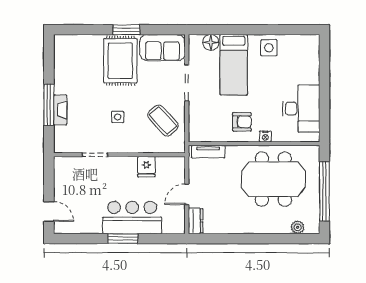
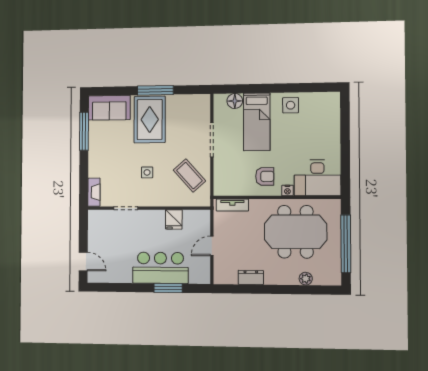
window: (126, 30) -> (155, 90), width x1.44
sofa: (162, 48) -> (109, 108), moved
window: (49, 105) -> (84, 131), moved
desk: (301, 109) -> (317, 178), moved, turned 90
fireplace: (60, 110) -> (94, 192), moved
dresser: (196, 221) -> (251, 277), moved, turned -90
plant: (298, 227) -> (306, 279), moved
window: (123, 239) -> (168, 288), moved

